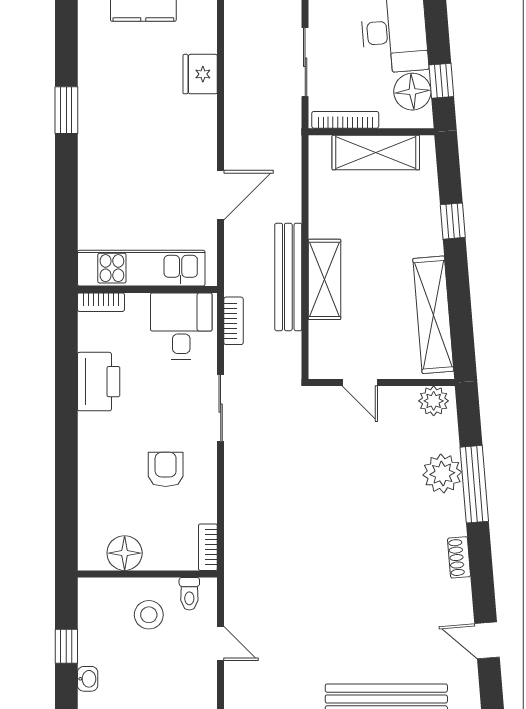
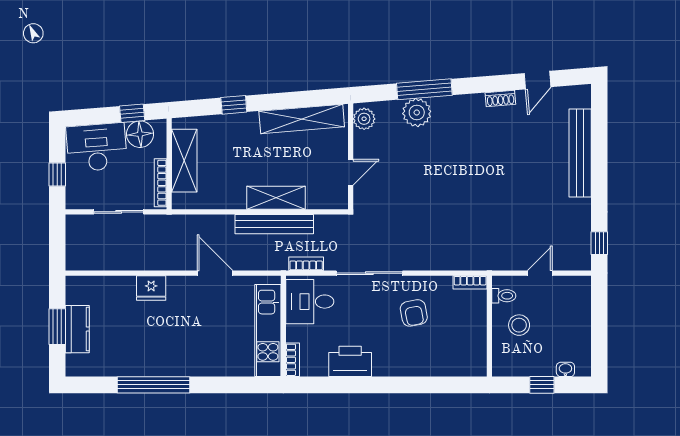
fridge: (200, 74) -> (151, 288), moved
window: (66, 110) -> (153, 385), width x2.11
sliding door: (221, 408) -> (369, 273), width x1.37
armchair: (166, 469) -> (414, 313), turned -101
floor lamp: (125, 553) -> (474, 343), removed
shoe rack: (459, 557) -> (500, 98), moved

